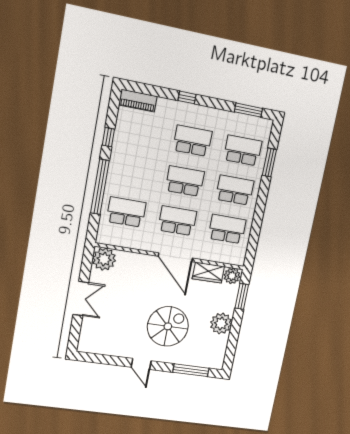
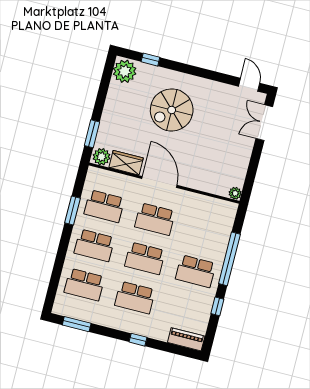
window: (269, 162) -> (72, 210), moved
school desk: (126, 212) -> (196, 271), moved
plant: (104, 259) -> (235, 193), width x0.53, depth x0.53
double door: (81, 299) -> (264, 123), moved
plant: (221, 323) -> (125, 71), moved
door: (141, 364) -> (249, 85), moved
window: (191, 370) -> (150, 60), width x0.46

